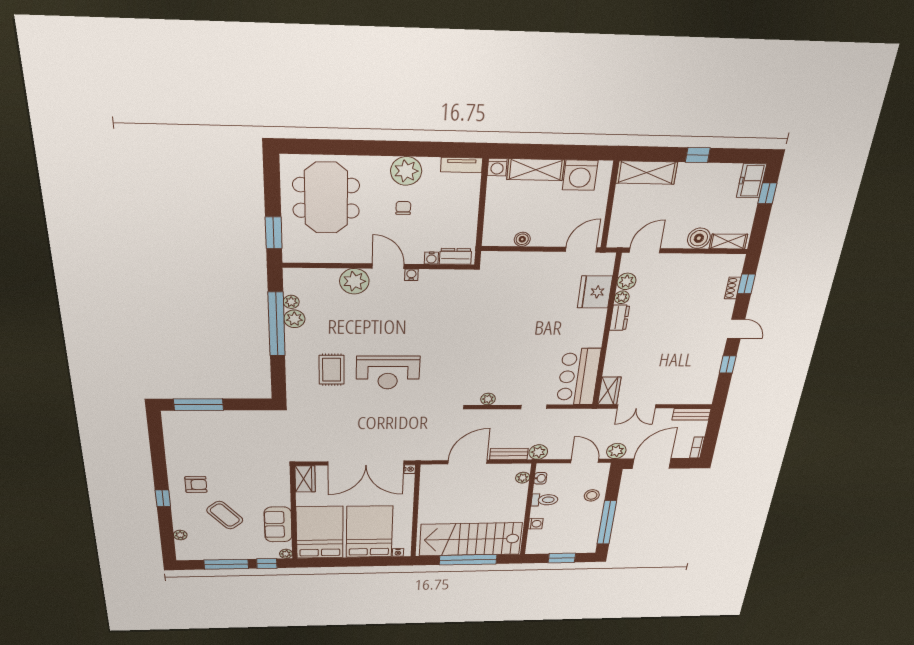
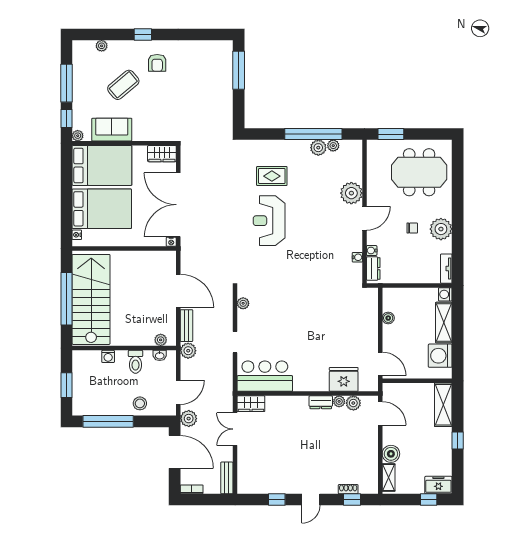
water cooler: (411, 275) -> (357, 257), moved

